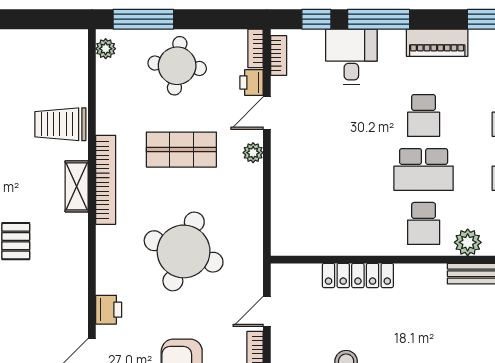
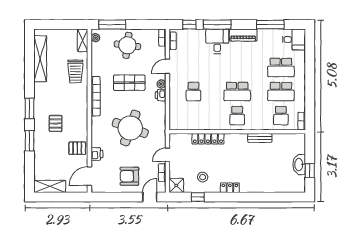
desk: (351, 57) -> (217, 41), moved
printer: (252, 83) -> (161, 95), moved
school desk: (424, 115) -> (193, 92), moved
trolley: (60, 124) -> (75, 71), turned -90
shelving: (77, 186) -> (83, 40), moved
plant: (468, 242) -> (257, 124), removed
pallet: (65, 297) -> (77, 148), added

